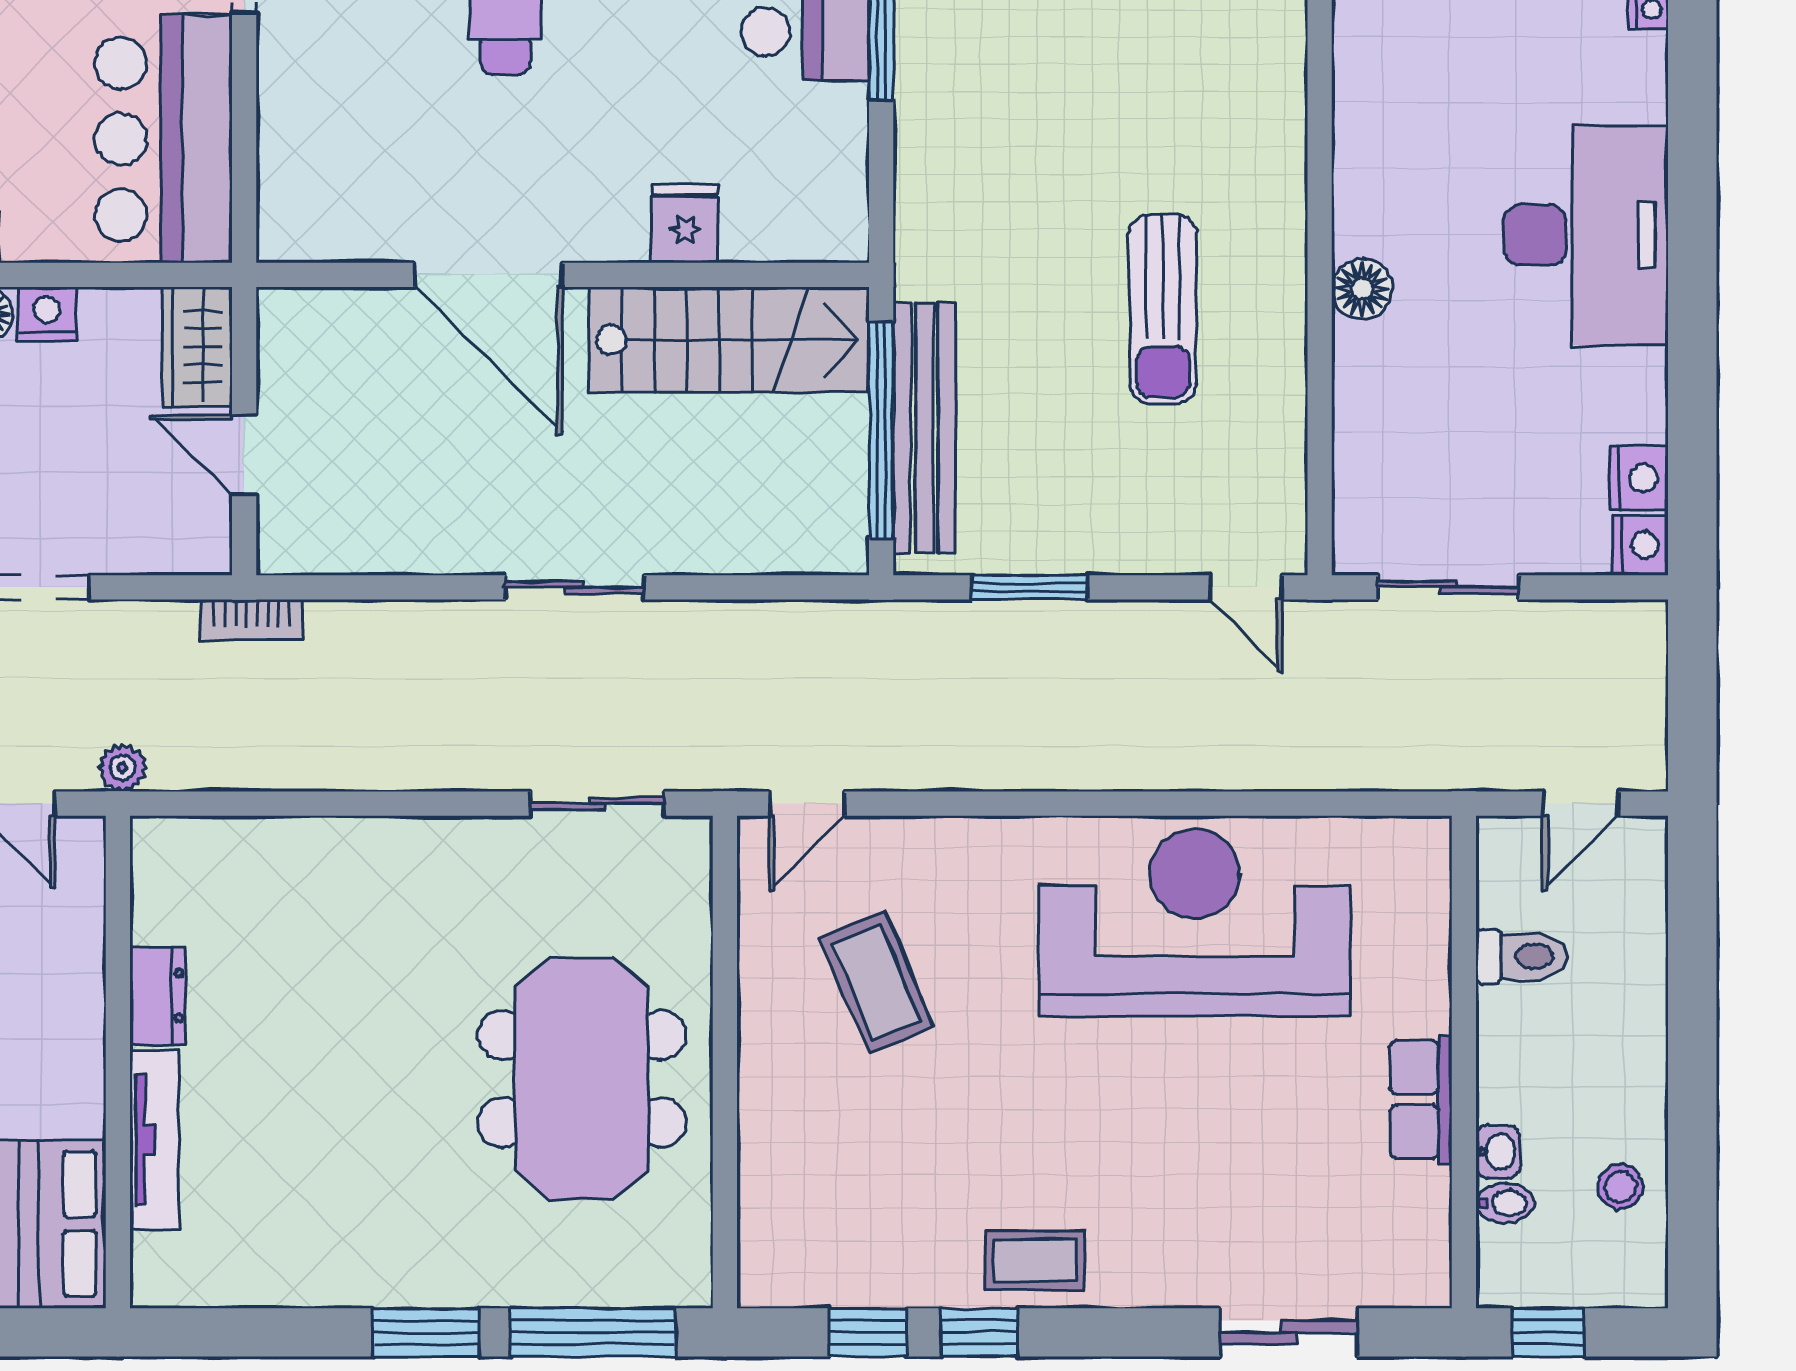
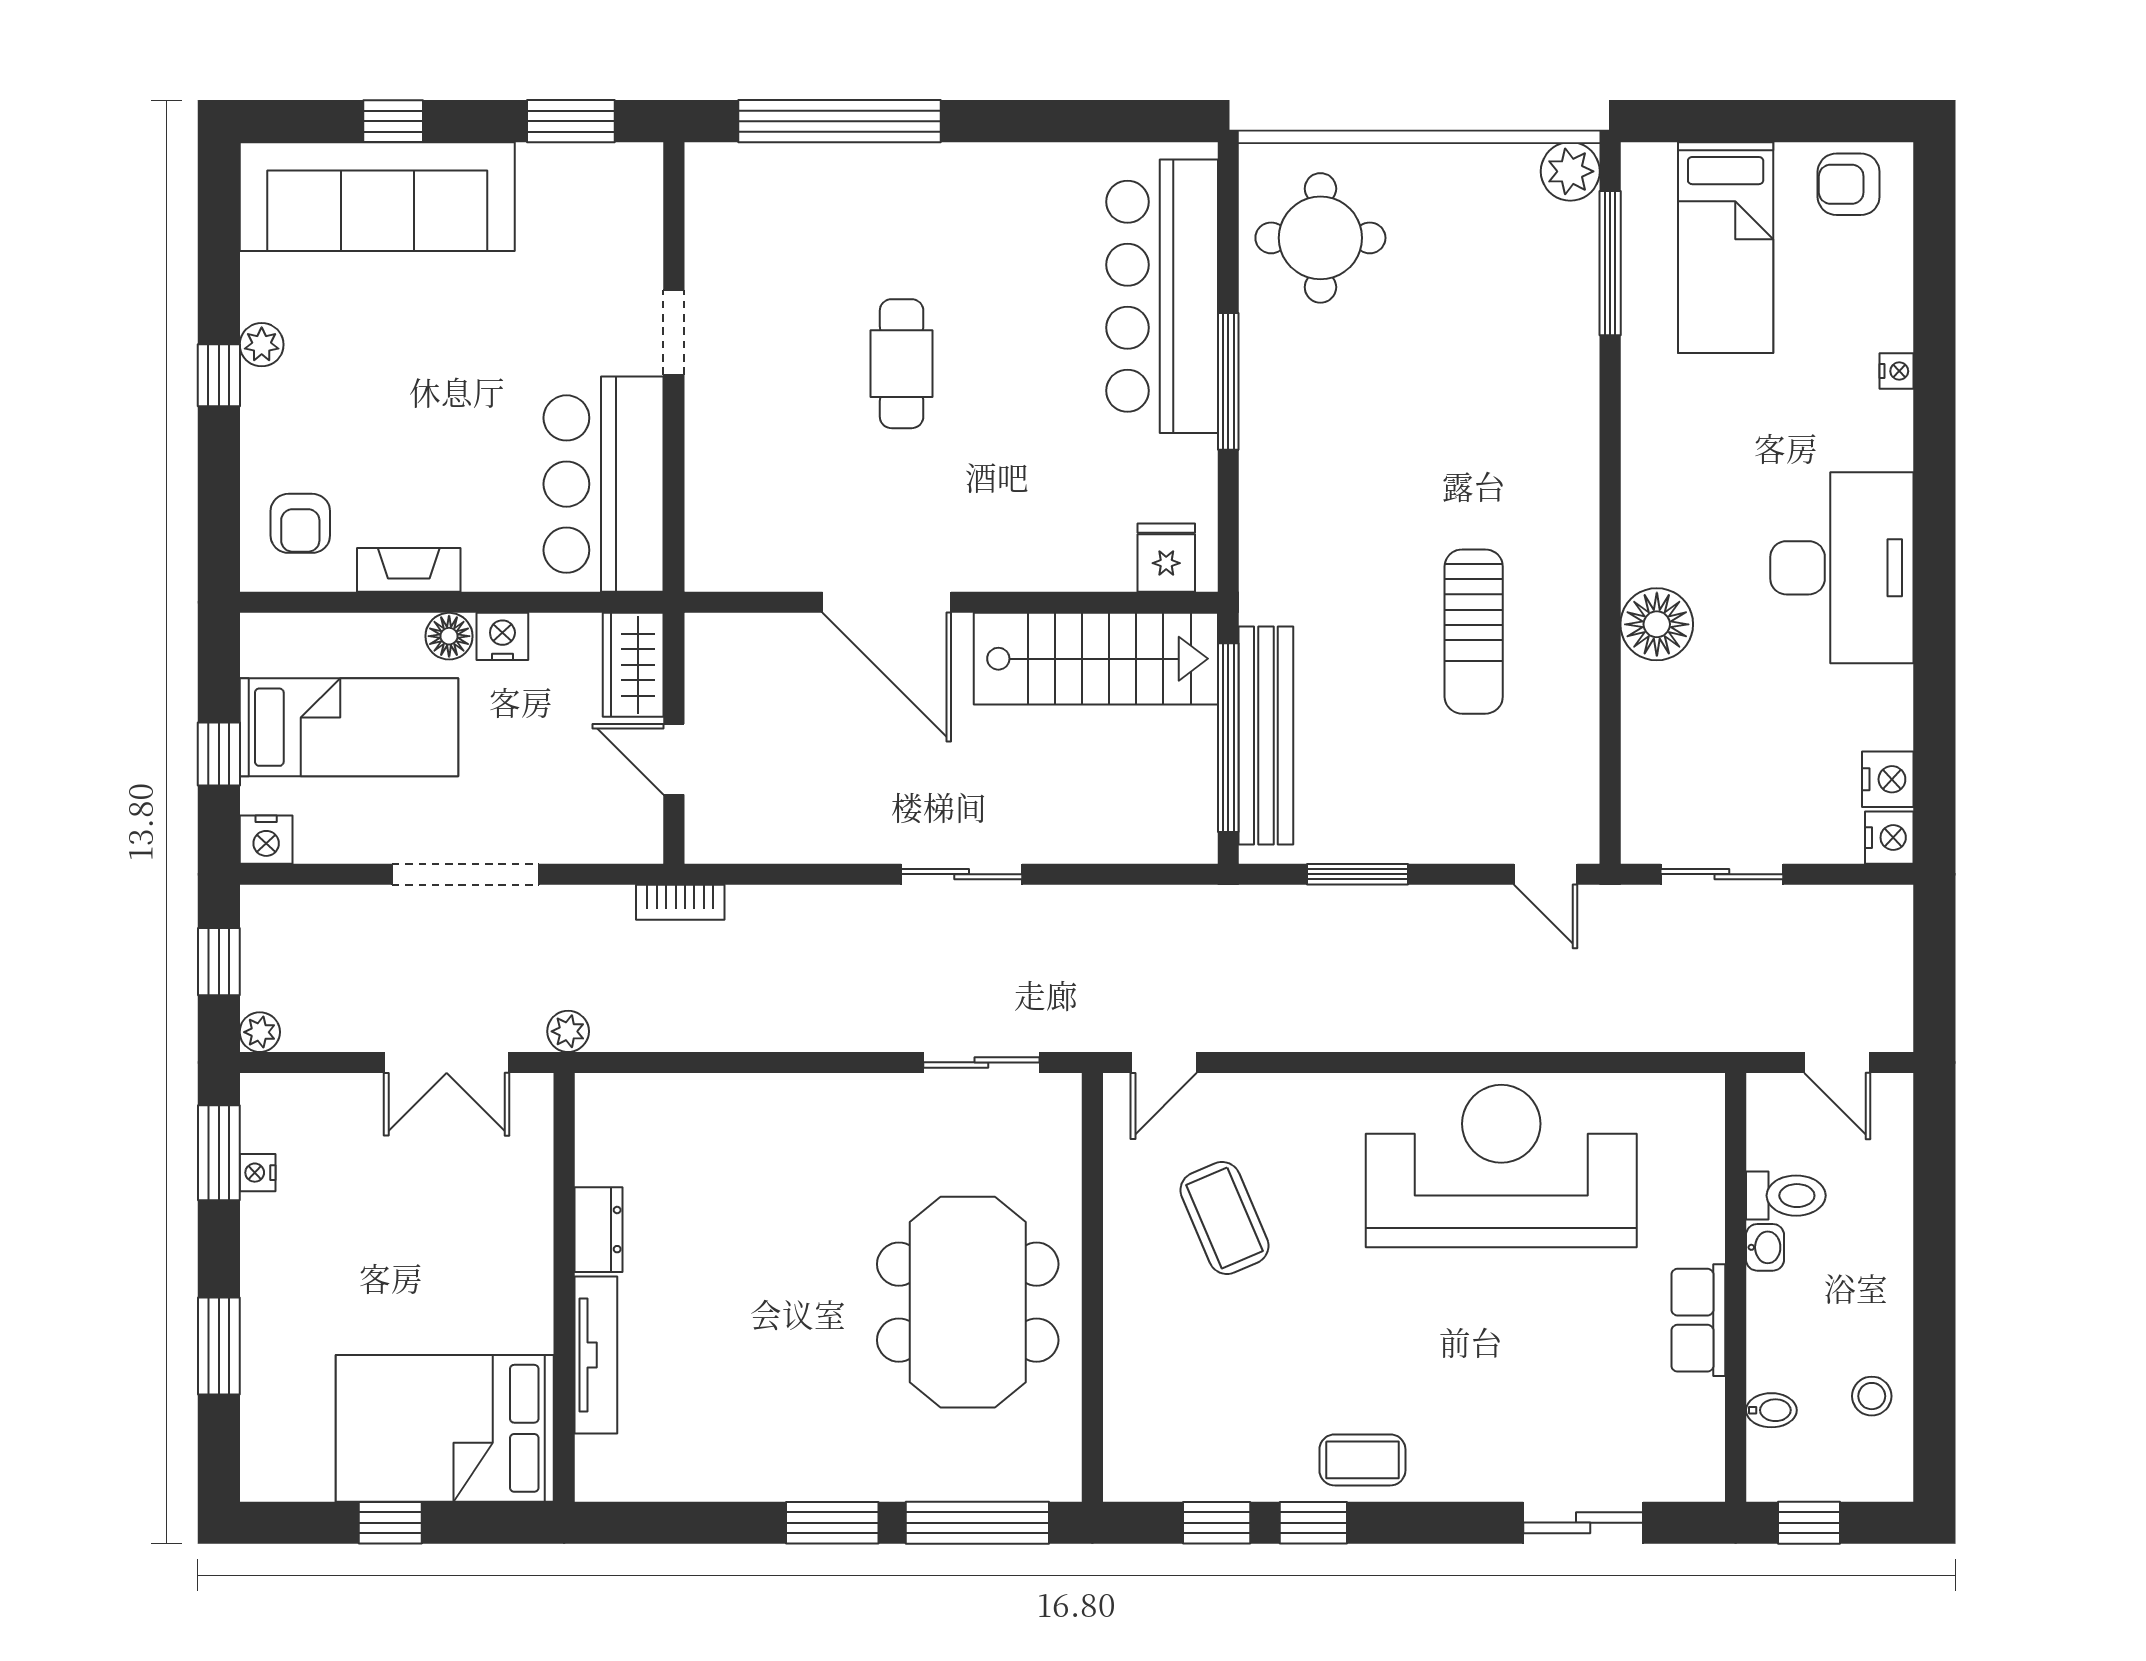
fridge: (685, 223) -> (1166, 558), moved
floor lamp: (1362, 289) -> (1657, 624), width x1.38, depth x1.38
door: (1581, 804) -> (1837, 1062), hinge flipped
washbasin: (1498, 1152) -> (1765, 1247), moved

